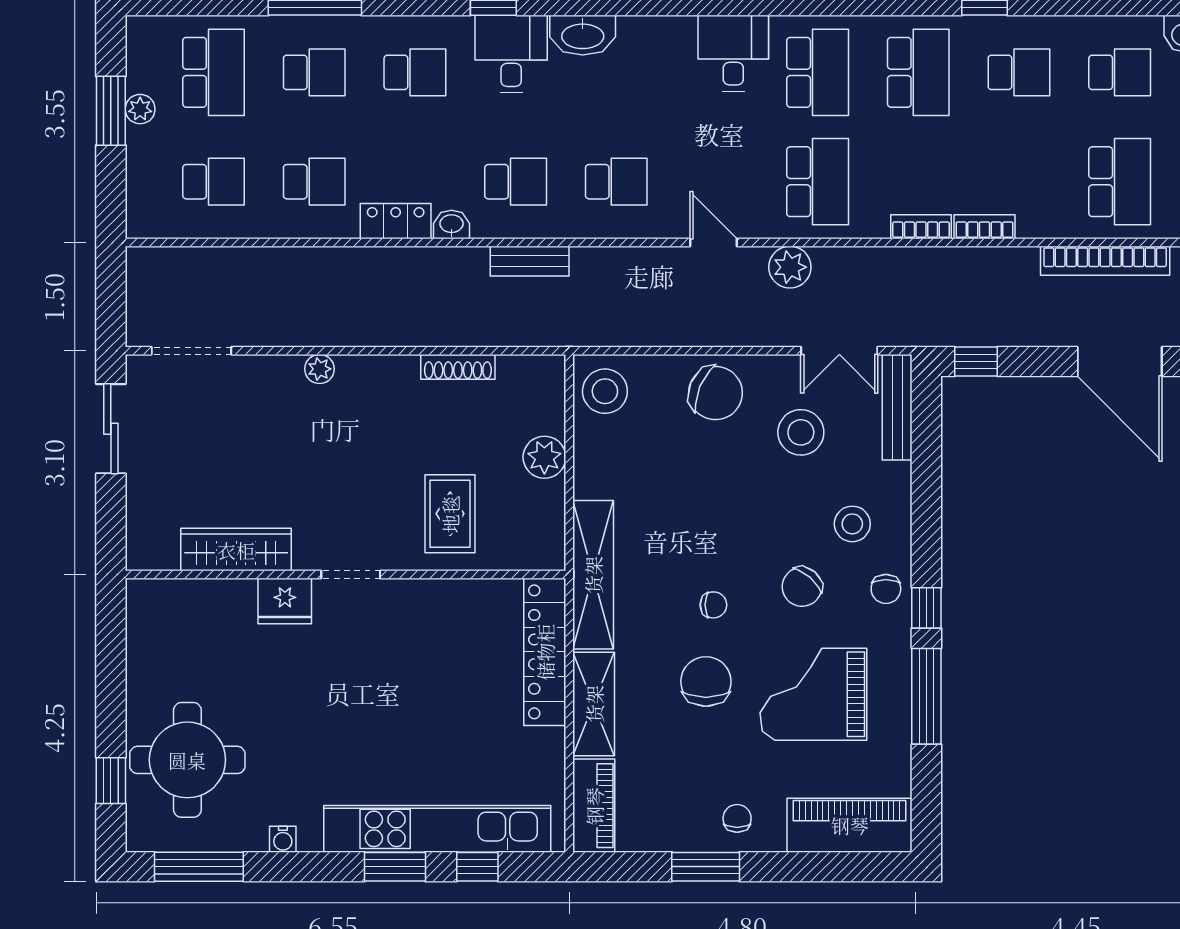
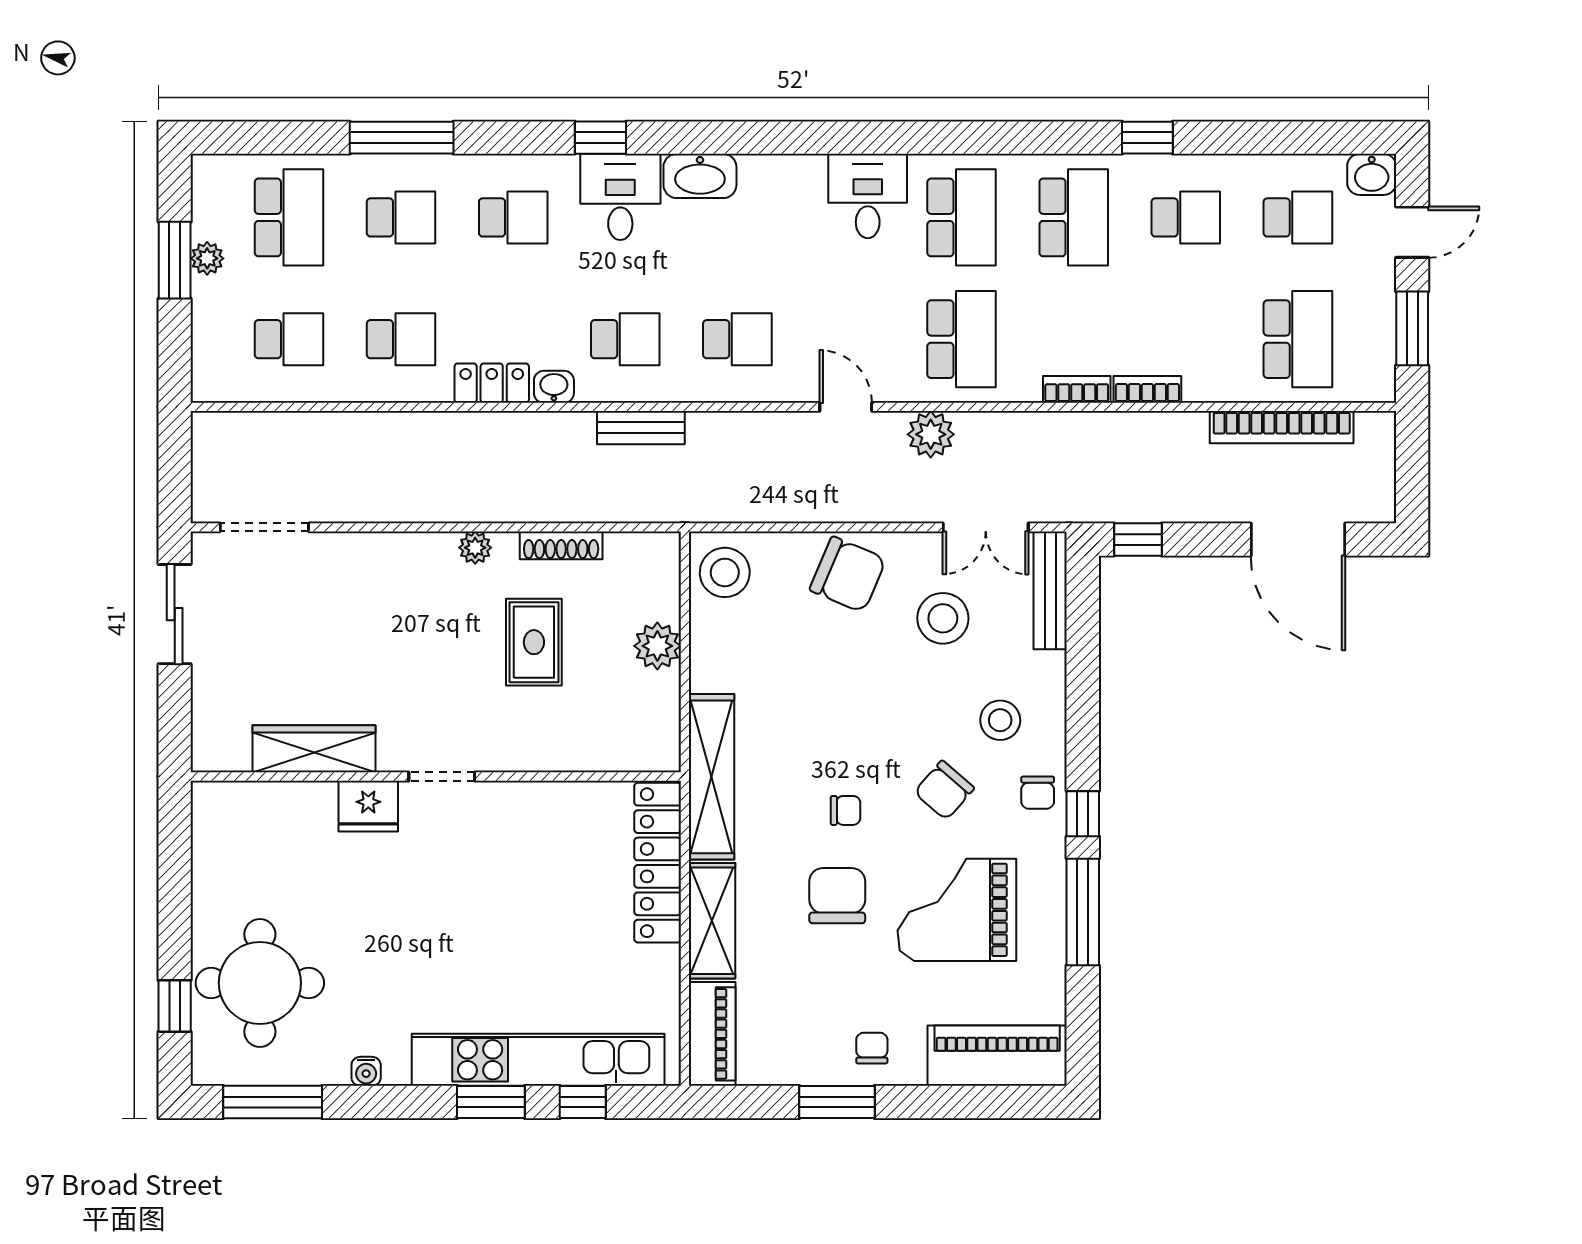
plant: (319, 369) -> (475, 548), moved
rug: (450, 514) -> (534, 642), moved

